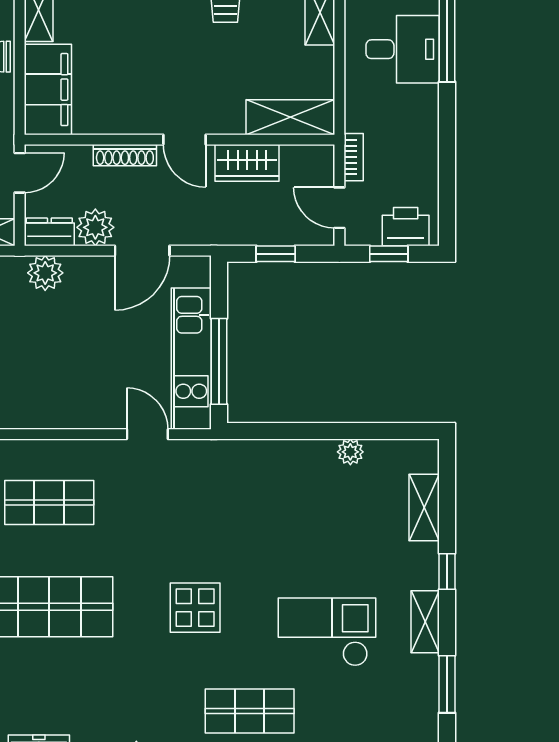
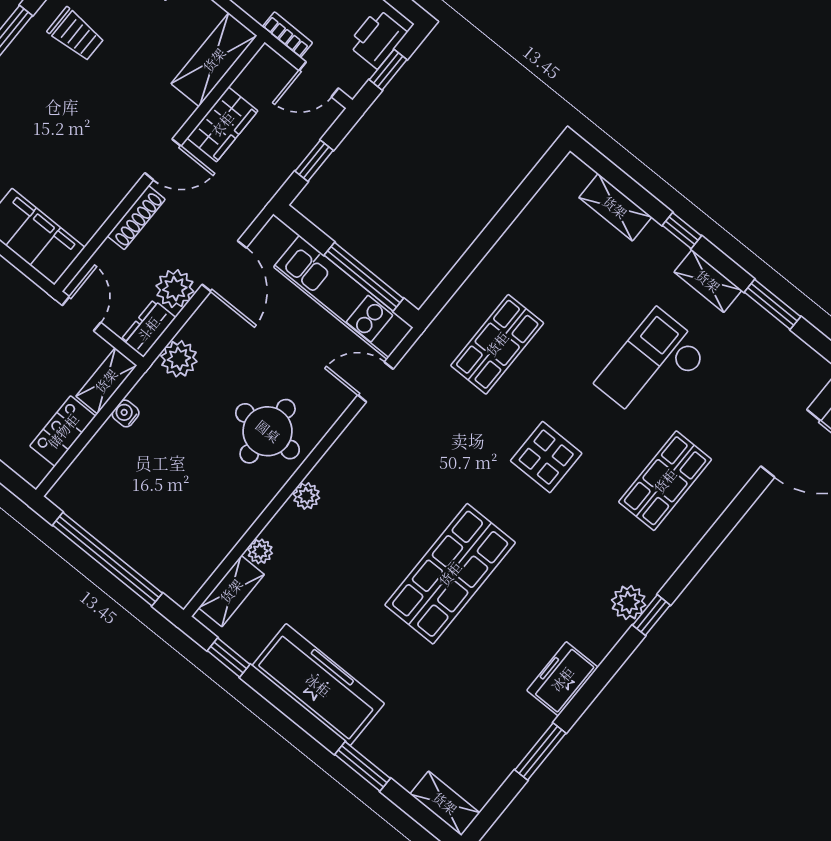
round table: (45, 383) -> (268, 431), added
plant: (350, 452) -> (306, 496), moved
shop shelf: (49, 502) -> (497, 344), moved

